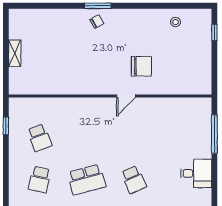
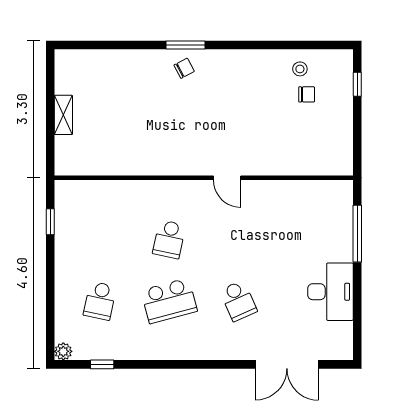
chair: (141, 66) -> (307, 94), moved, width x0.54, depth x0.54
door: (126, 96) -> (227, 178), hinge flipped
school desk: (40, 138) -> (169, 239), moved, turned 33
desk: (196, 173) -> (330, 292), width x1.37

